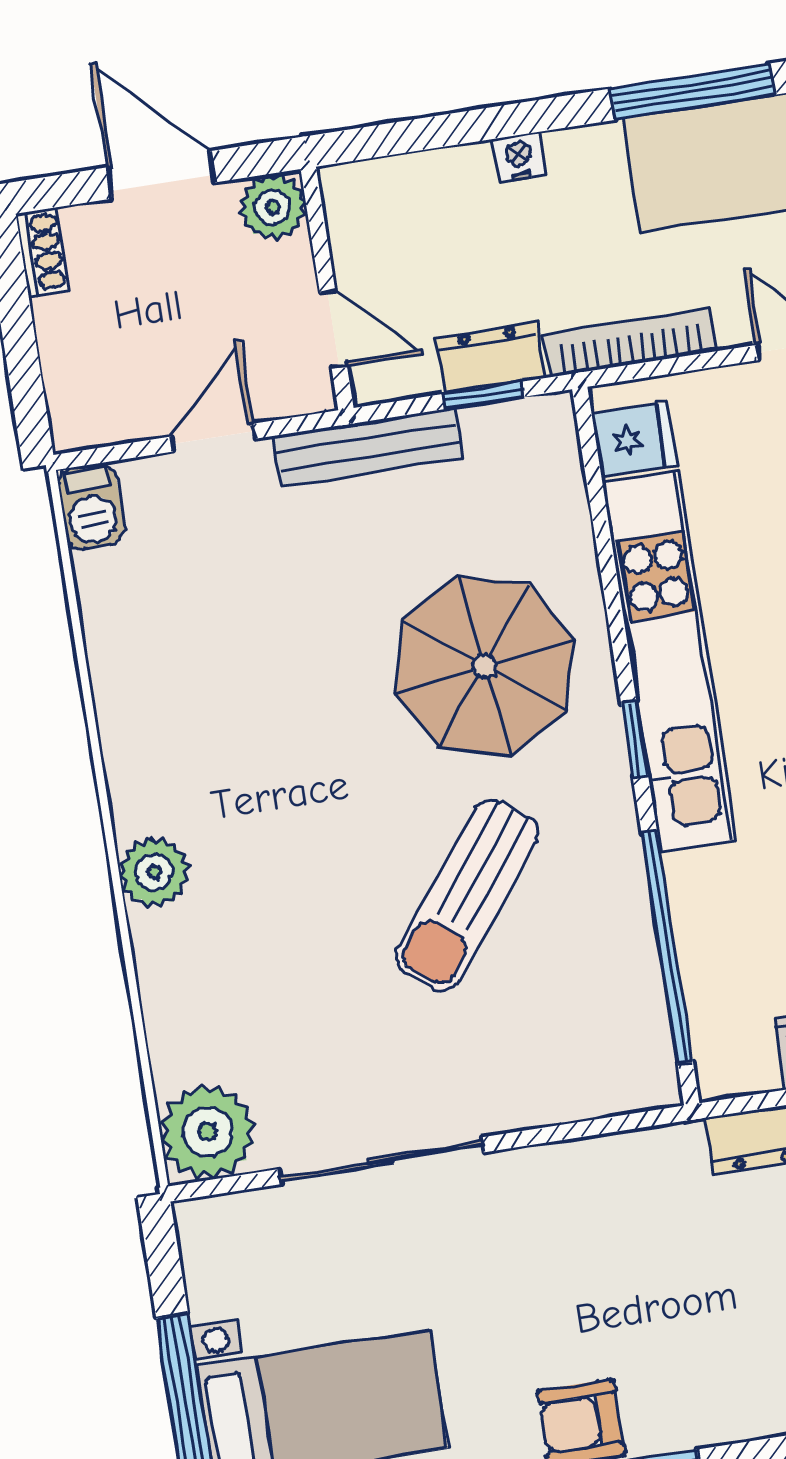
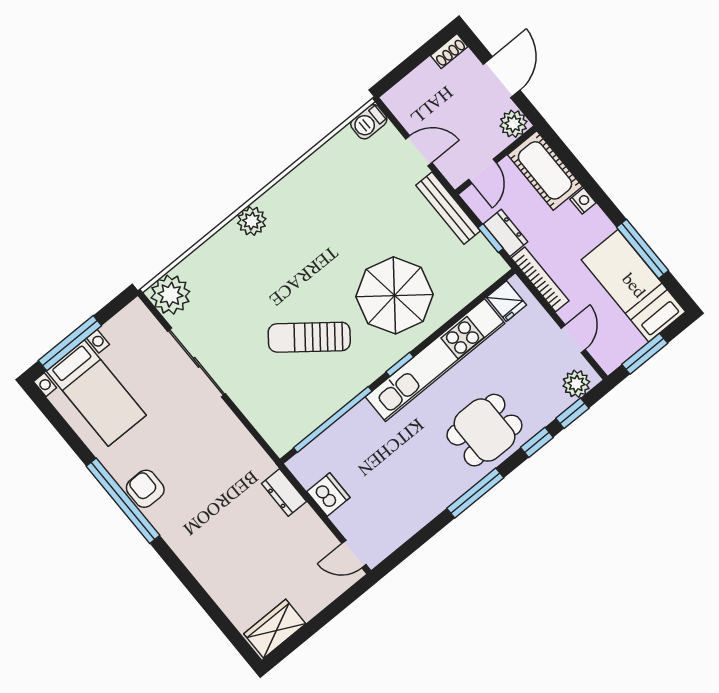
cot: (409, 199) -> (545, 170), added

